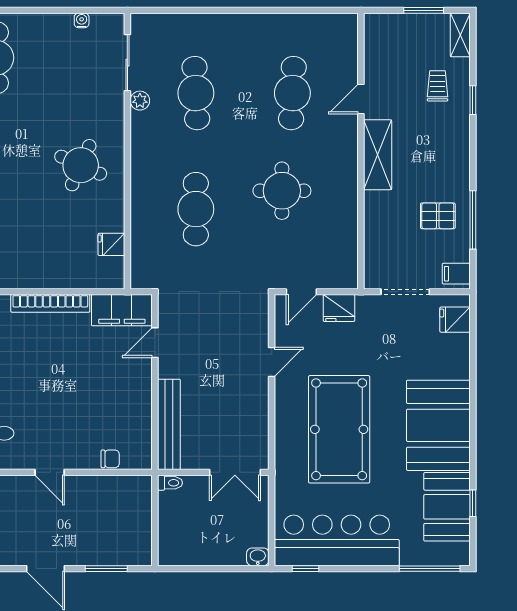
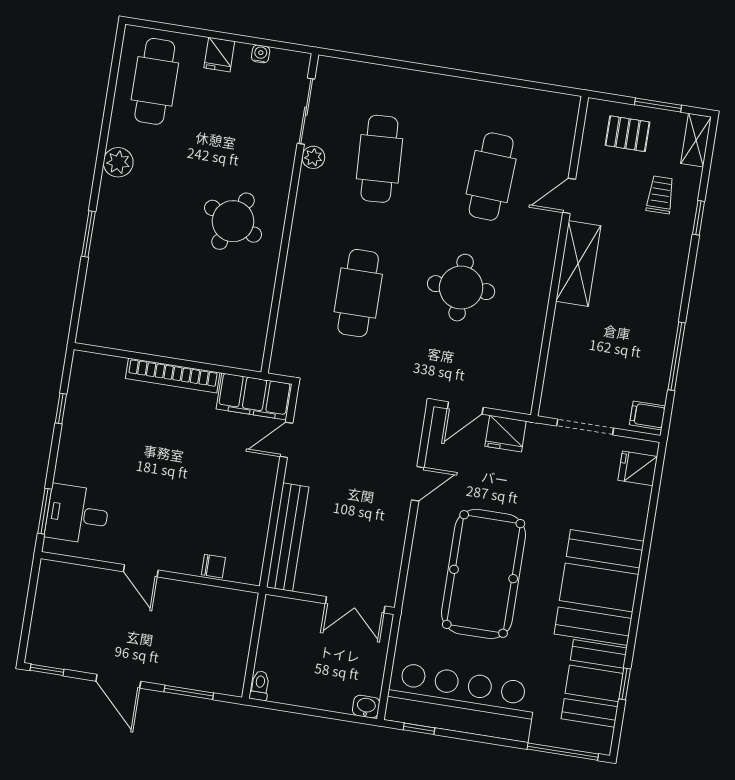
pallet: (438, 216) -> (628, 134), moved
fridge: (111, 244) -> (219, 55), moved, turned -90
toilet: (170, 483) -> (260, 686), moved, turned -90

